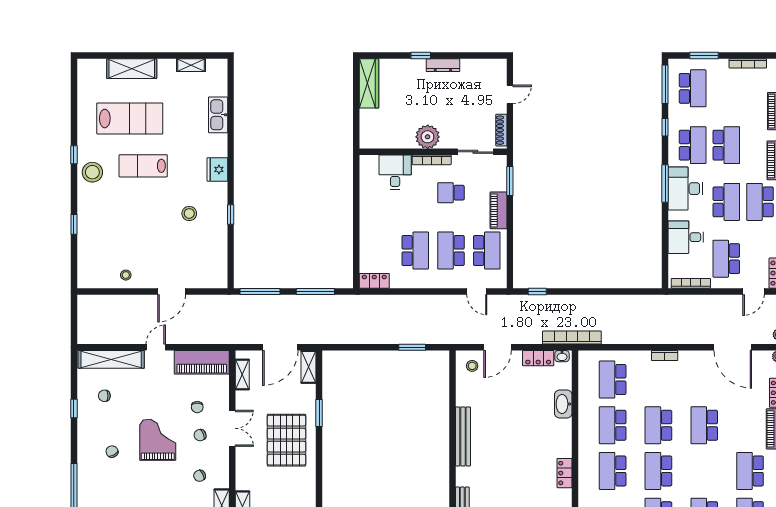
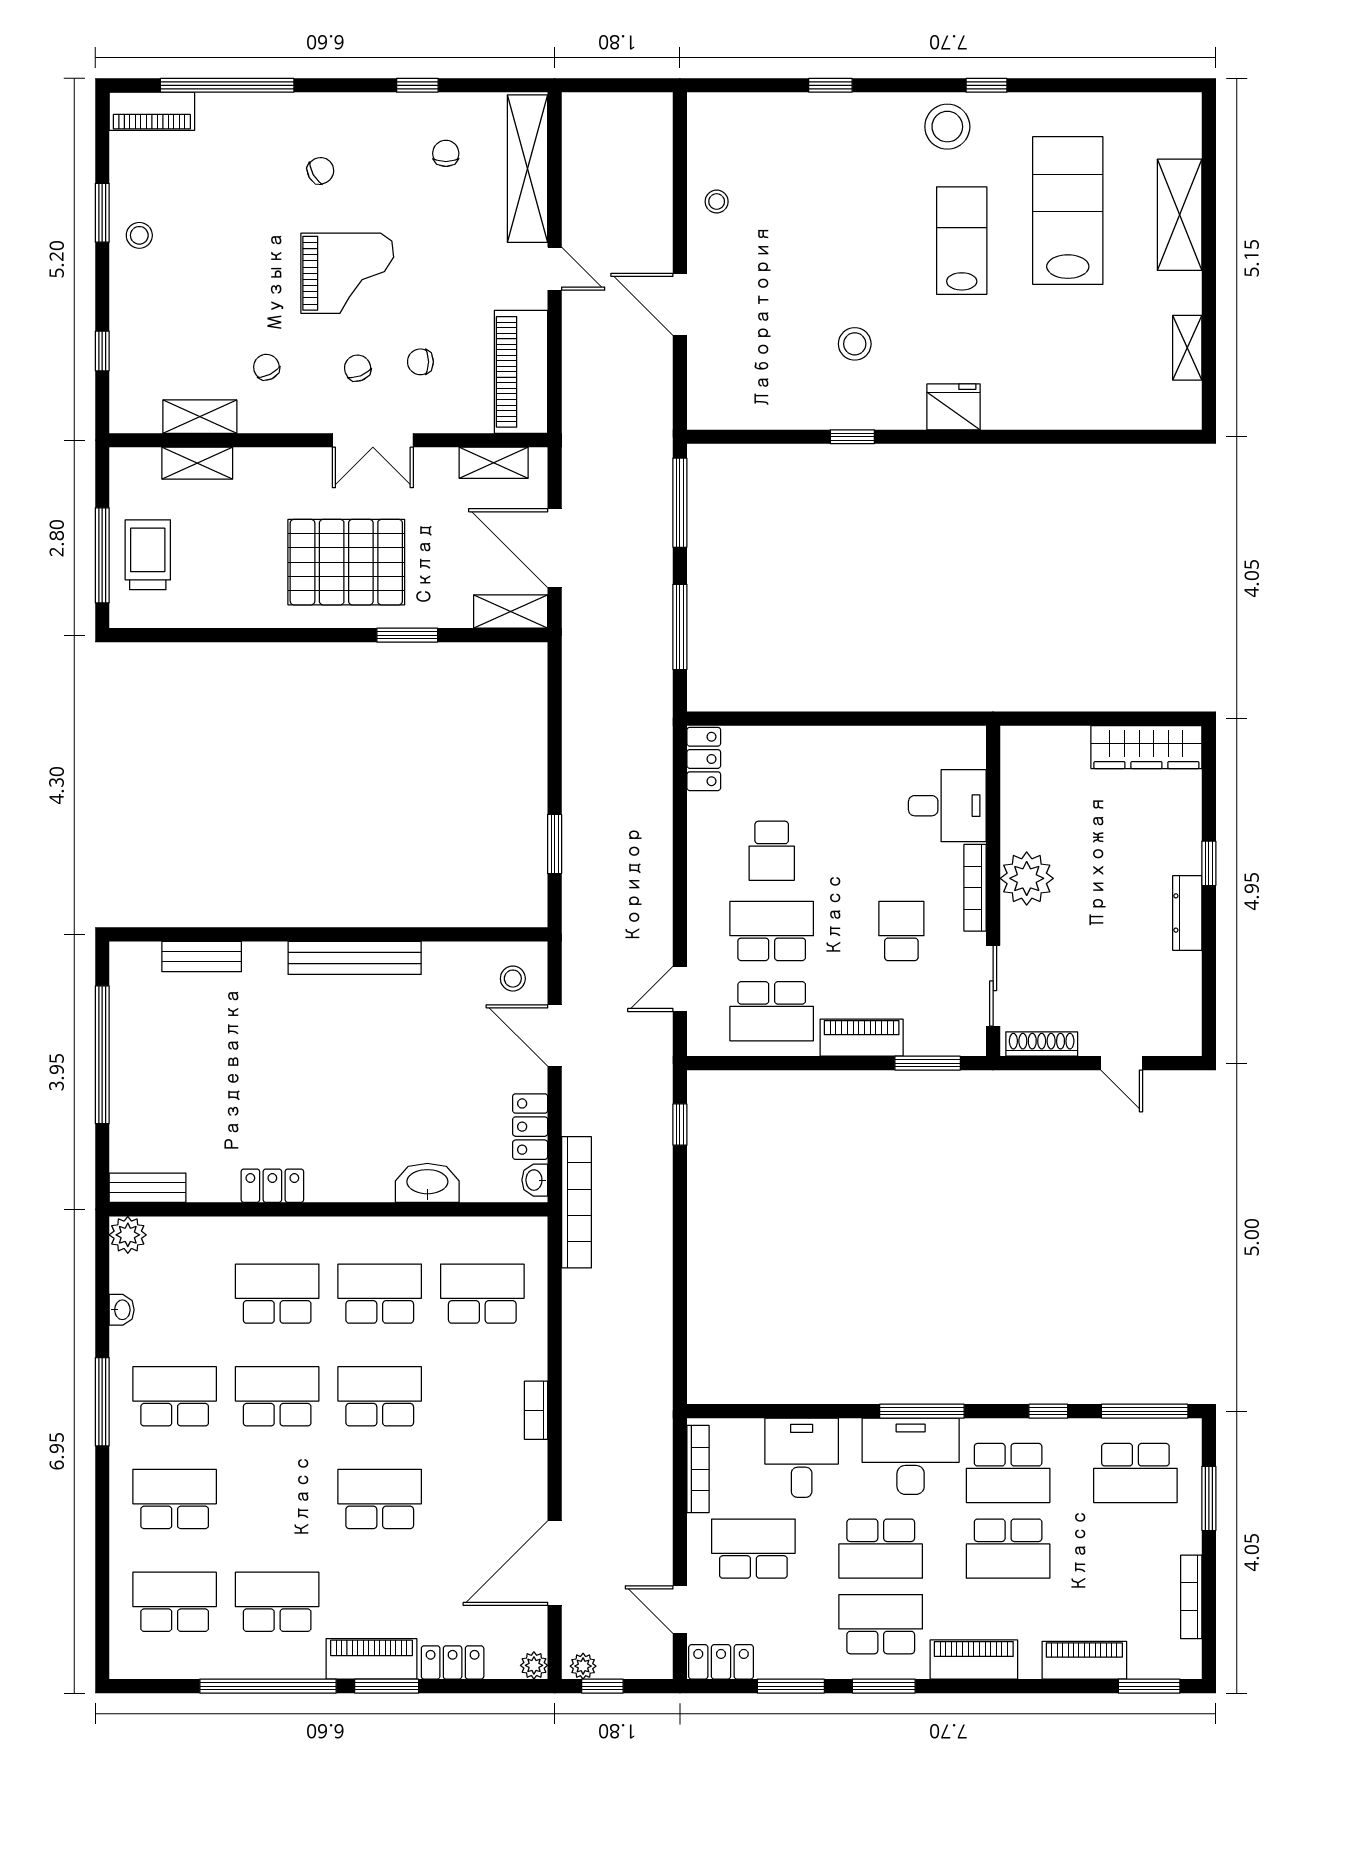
kitchen sink: (218, 115) -> (1076, 409), removed
lab bench: (130, 118) -> (1068, 211), turned 180
school desk: (415, 251) -> (772, 851), width x0.54

